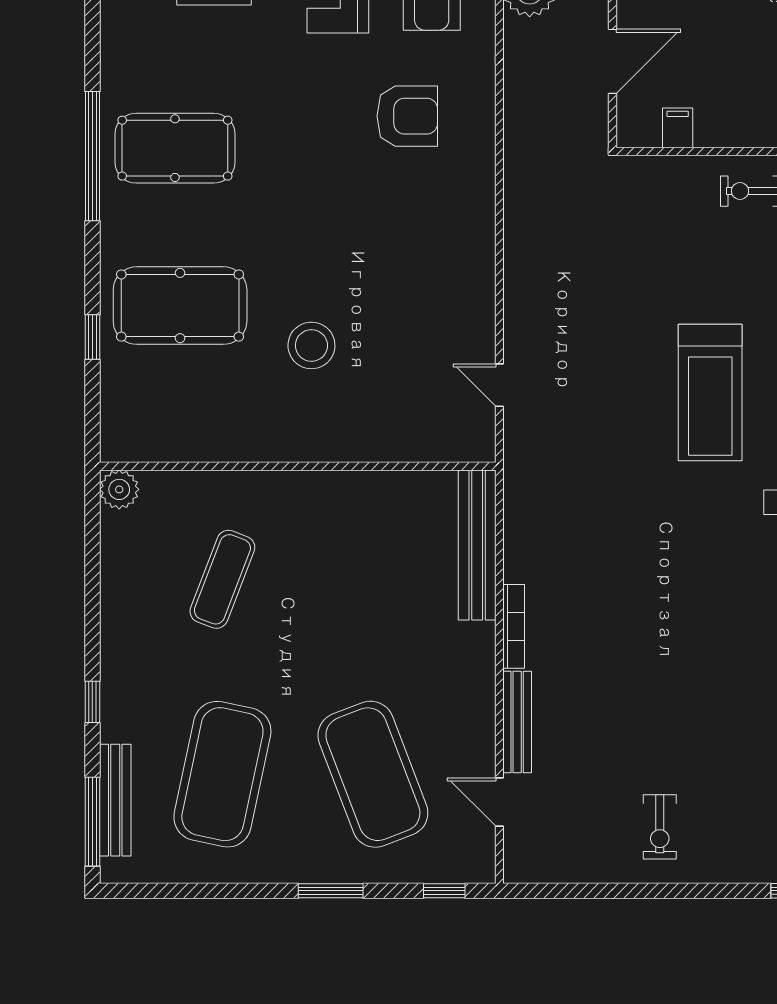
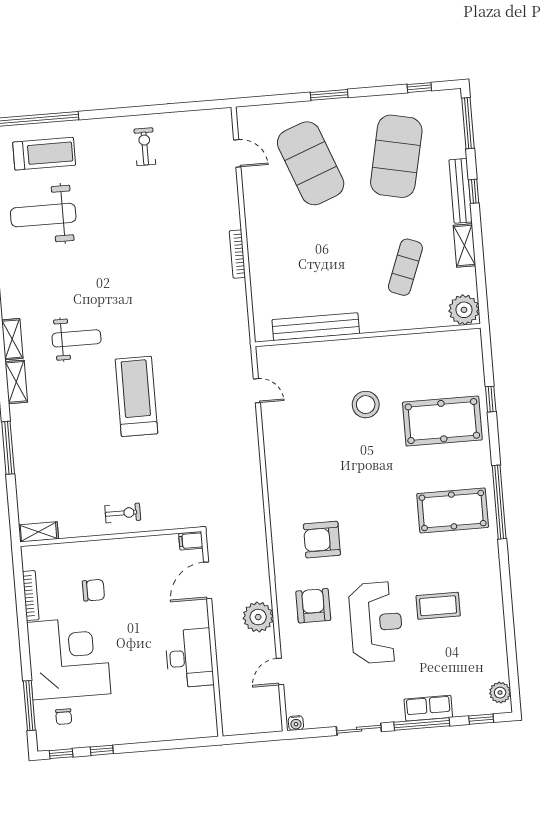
filing cabinet: (678, 128) -> (191, 541), moved, turned 90
plant: (119, 489) -> (464, 310), width x1.36, depth x1.36
bench: (477, 545) -> (316, 327), moved, turned 90
shelving: (116, 609) -> (464, 245), added
bench: (517, 722) -> (231, 200), removed
bench: (115, 800) -> (461, 191), moved
window: (444, 891) -> (419, 88), moved

